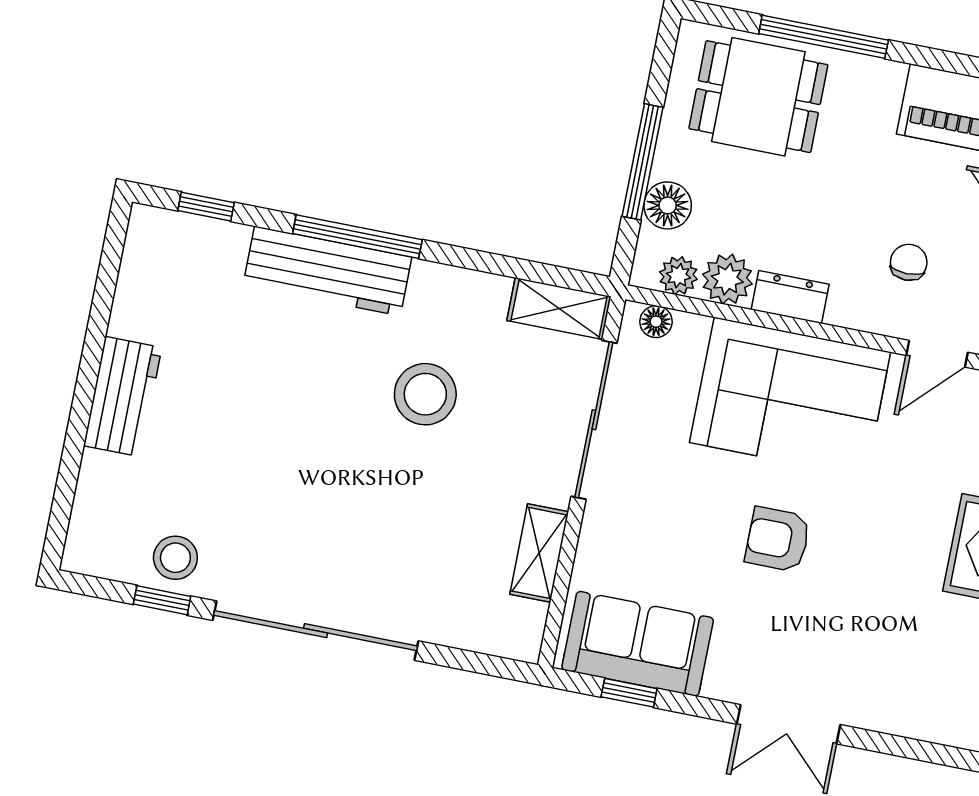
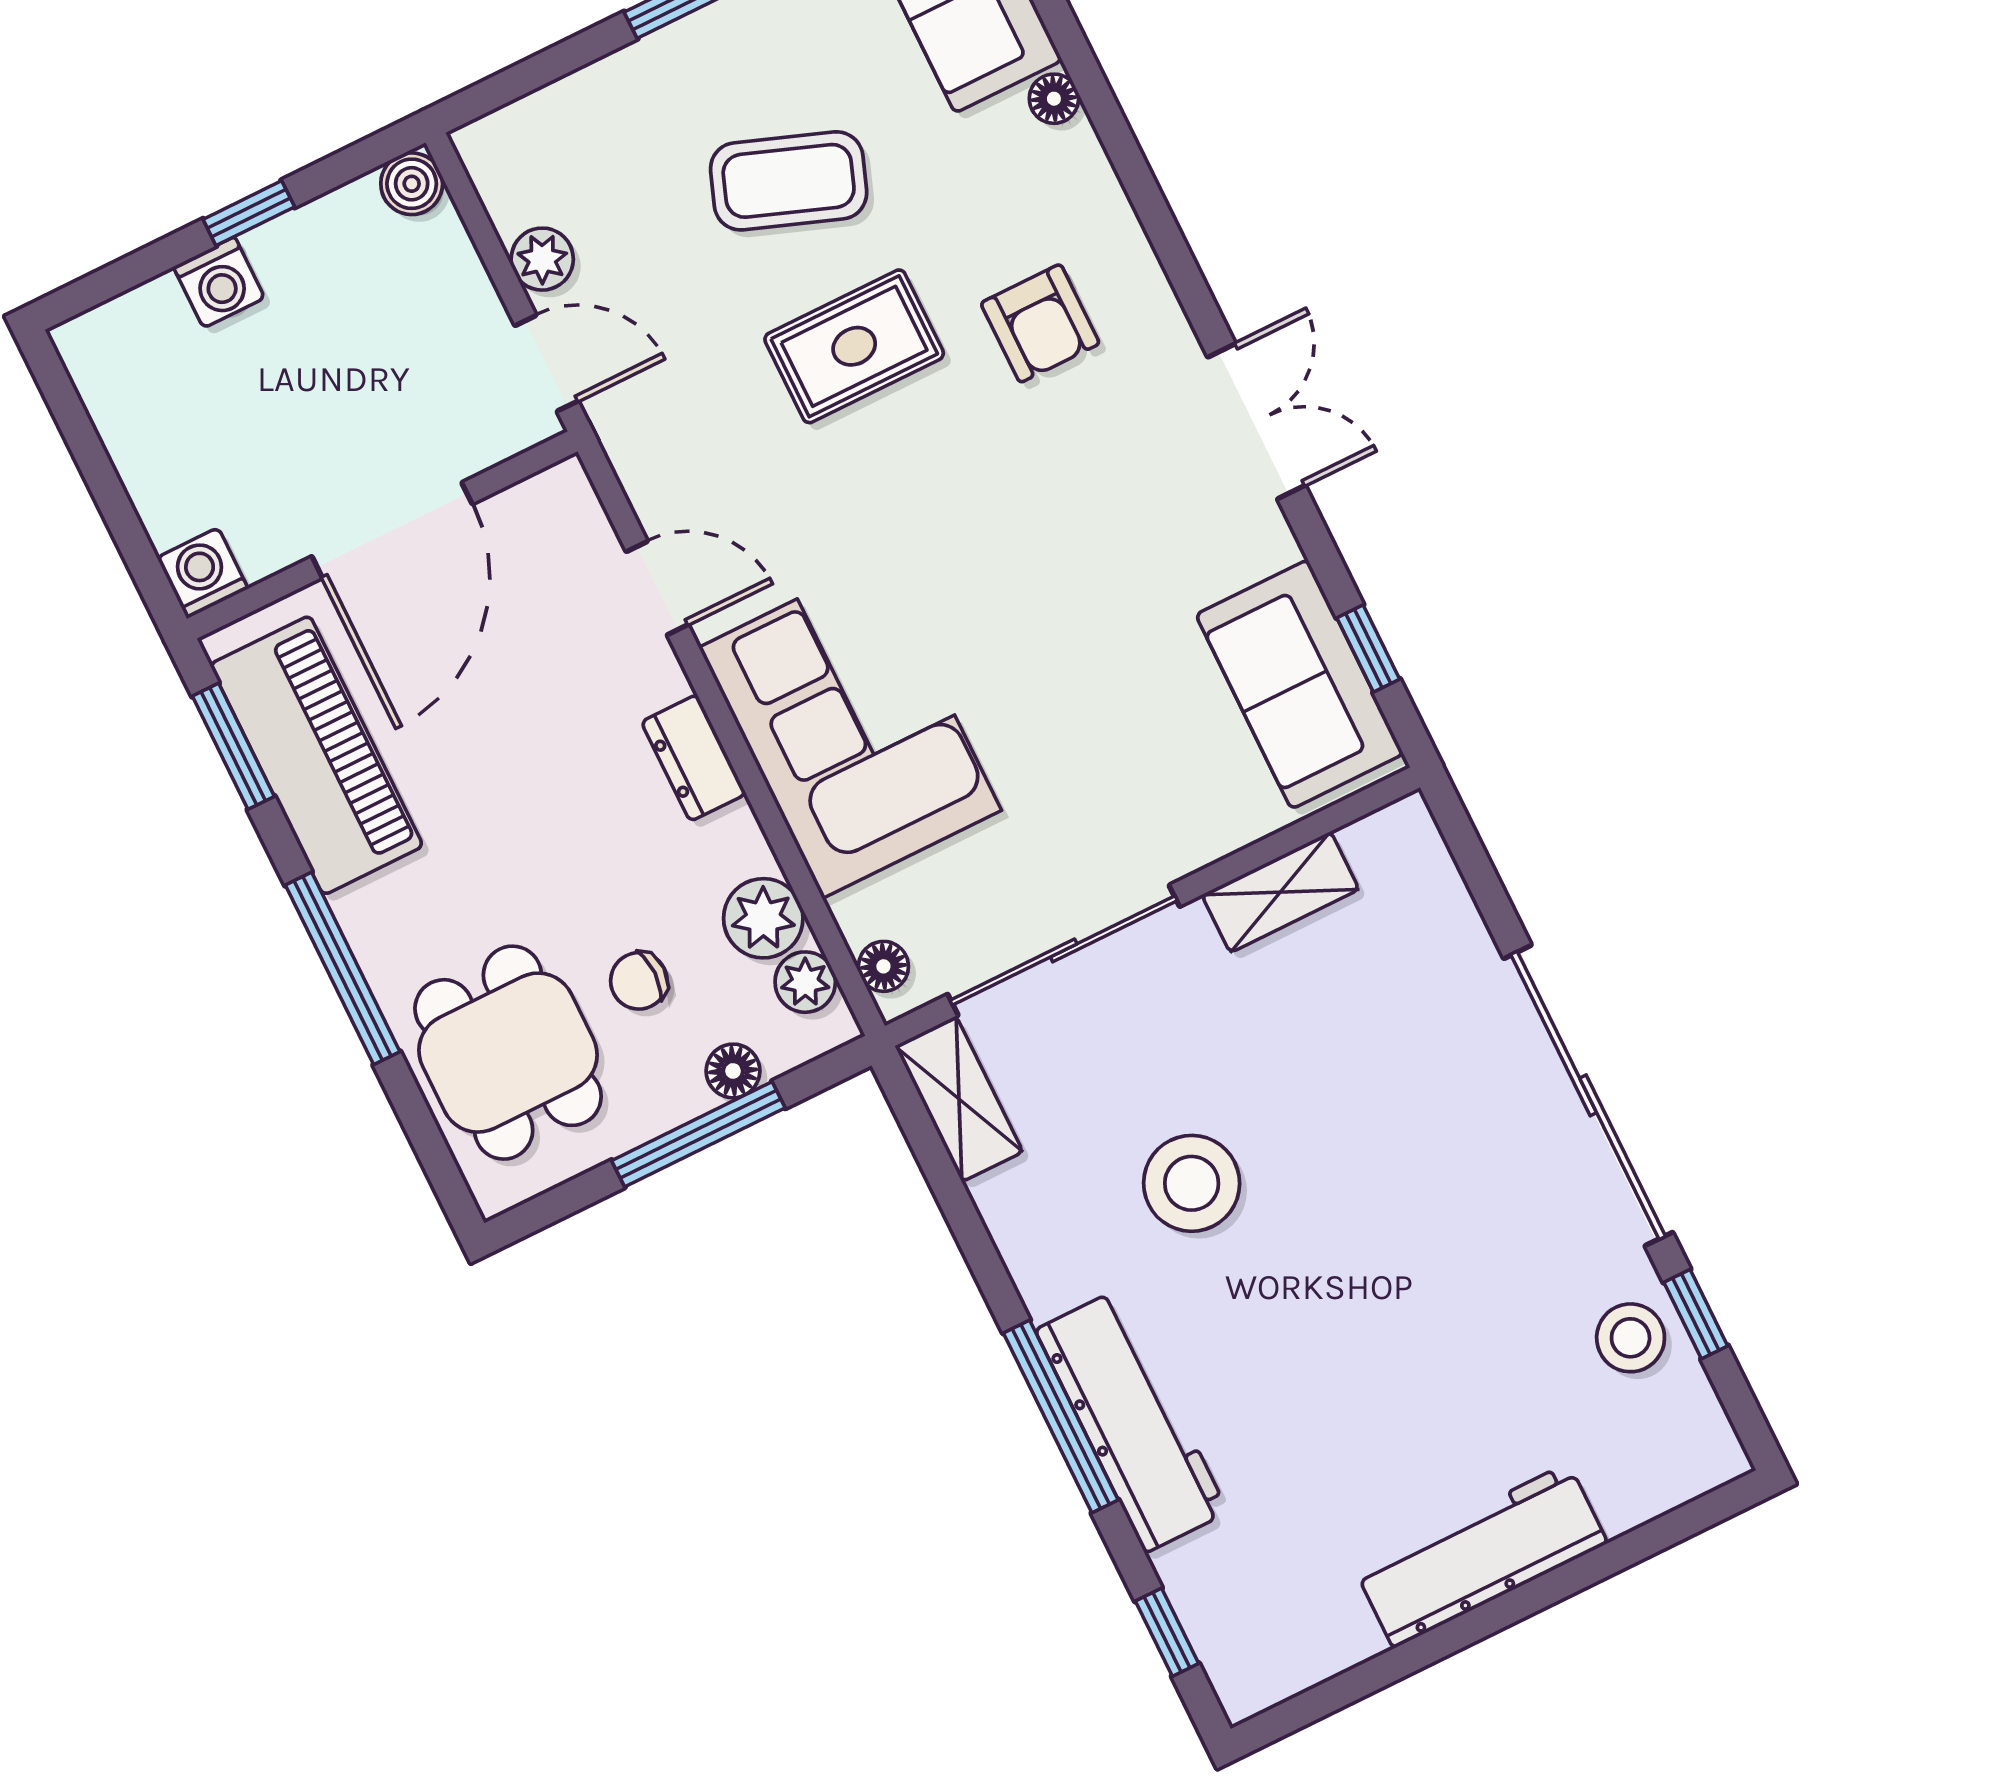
window: (824, 37) -> (343, 968), moved
floor lamp: (668, 205) -> (733, 1071), width x0.73, depth x0.73
chair: (909, 262) -> (639, 981), moved
dresser: (790, 297) -> (694, 758), moved
workbench: (123, 397) -> (1481, 1556), width x1.38
armchair: (778, 539) -> (1040, 323), moved

